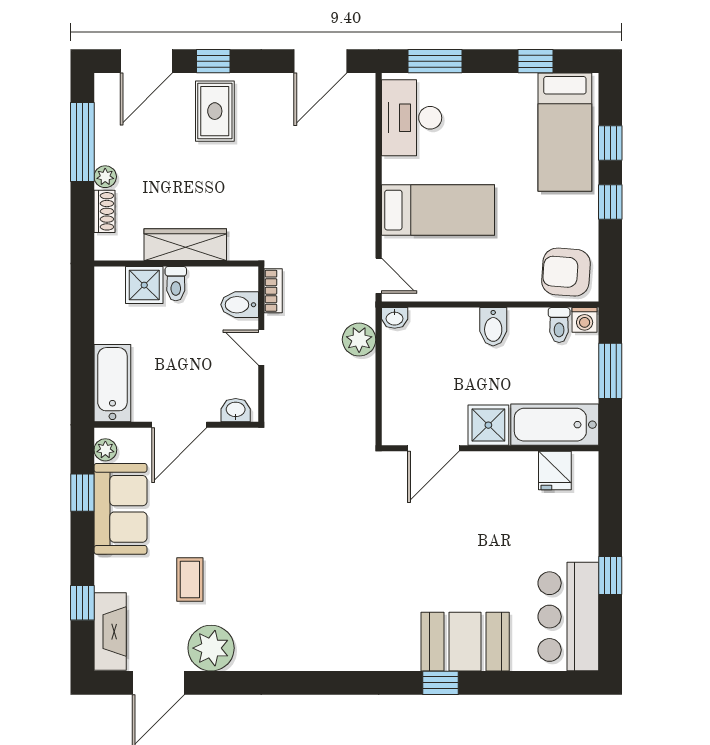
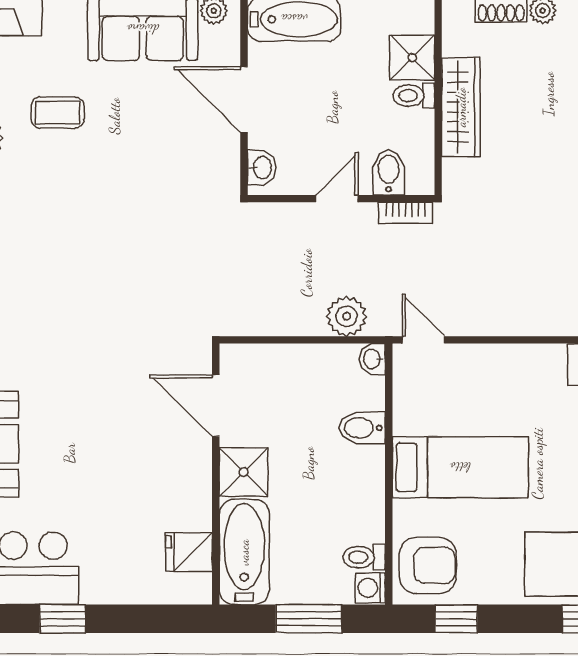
window: (610, 202) -> (456, 619), moved
bed: (438, 210) -> (460, 467), moved, turned -90
armchair: (566, 272) -> (428, 565), turned 86
door: (379, 276) -> (423, 340), swing flipped
bidet: (493, 327) -> (362, 428), moved

